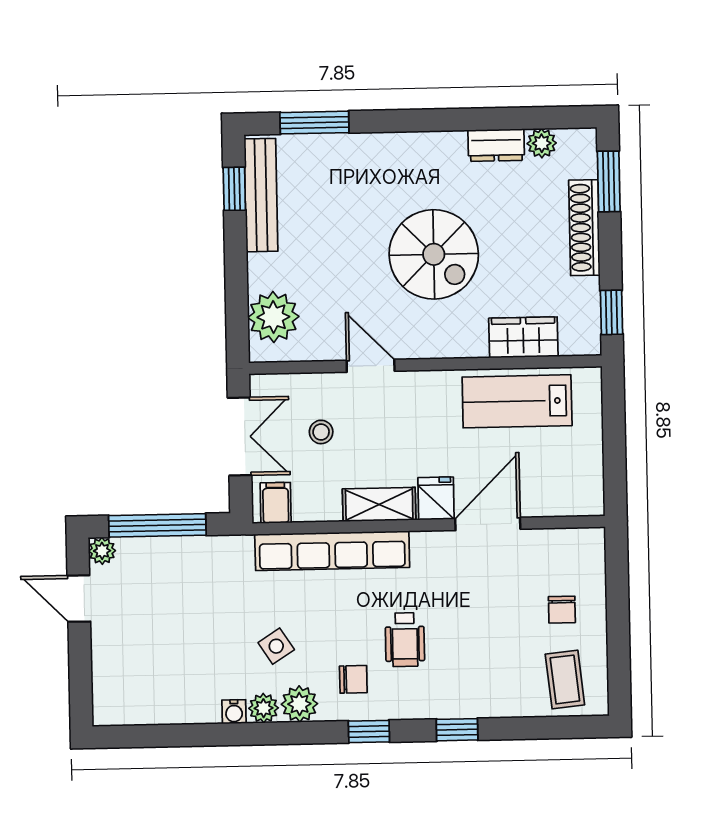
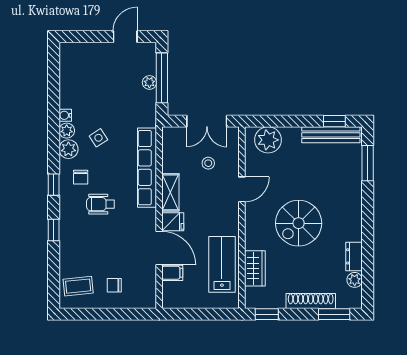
filing cabinet: (276, 503) -> (172, 273), moved
plant: (102, 551) -> (149, 82), moved

